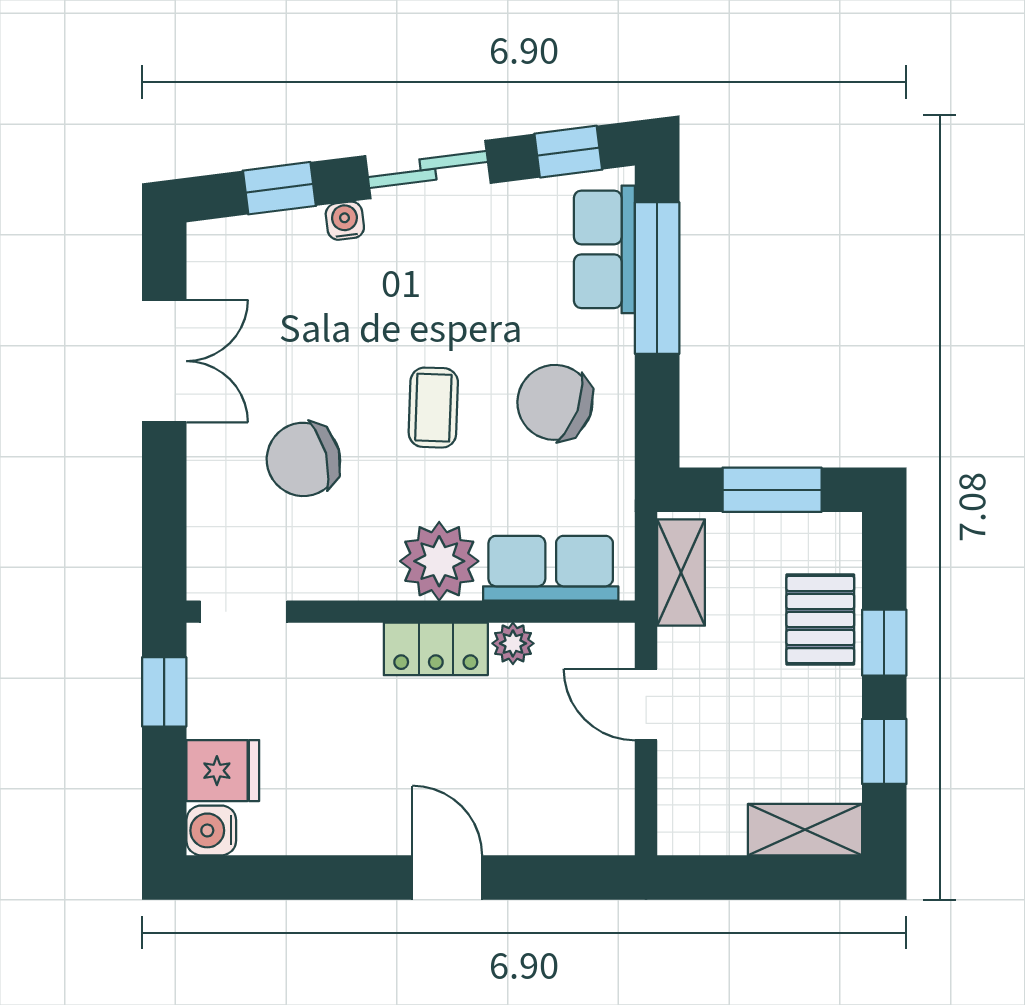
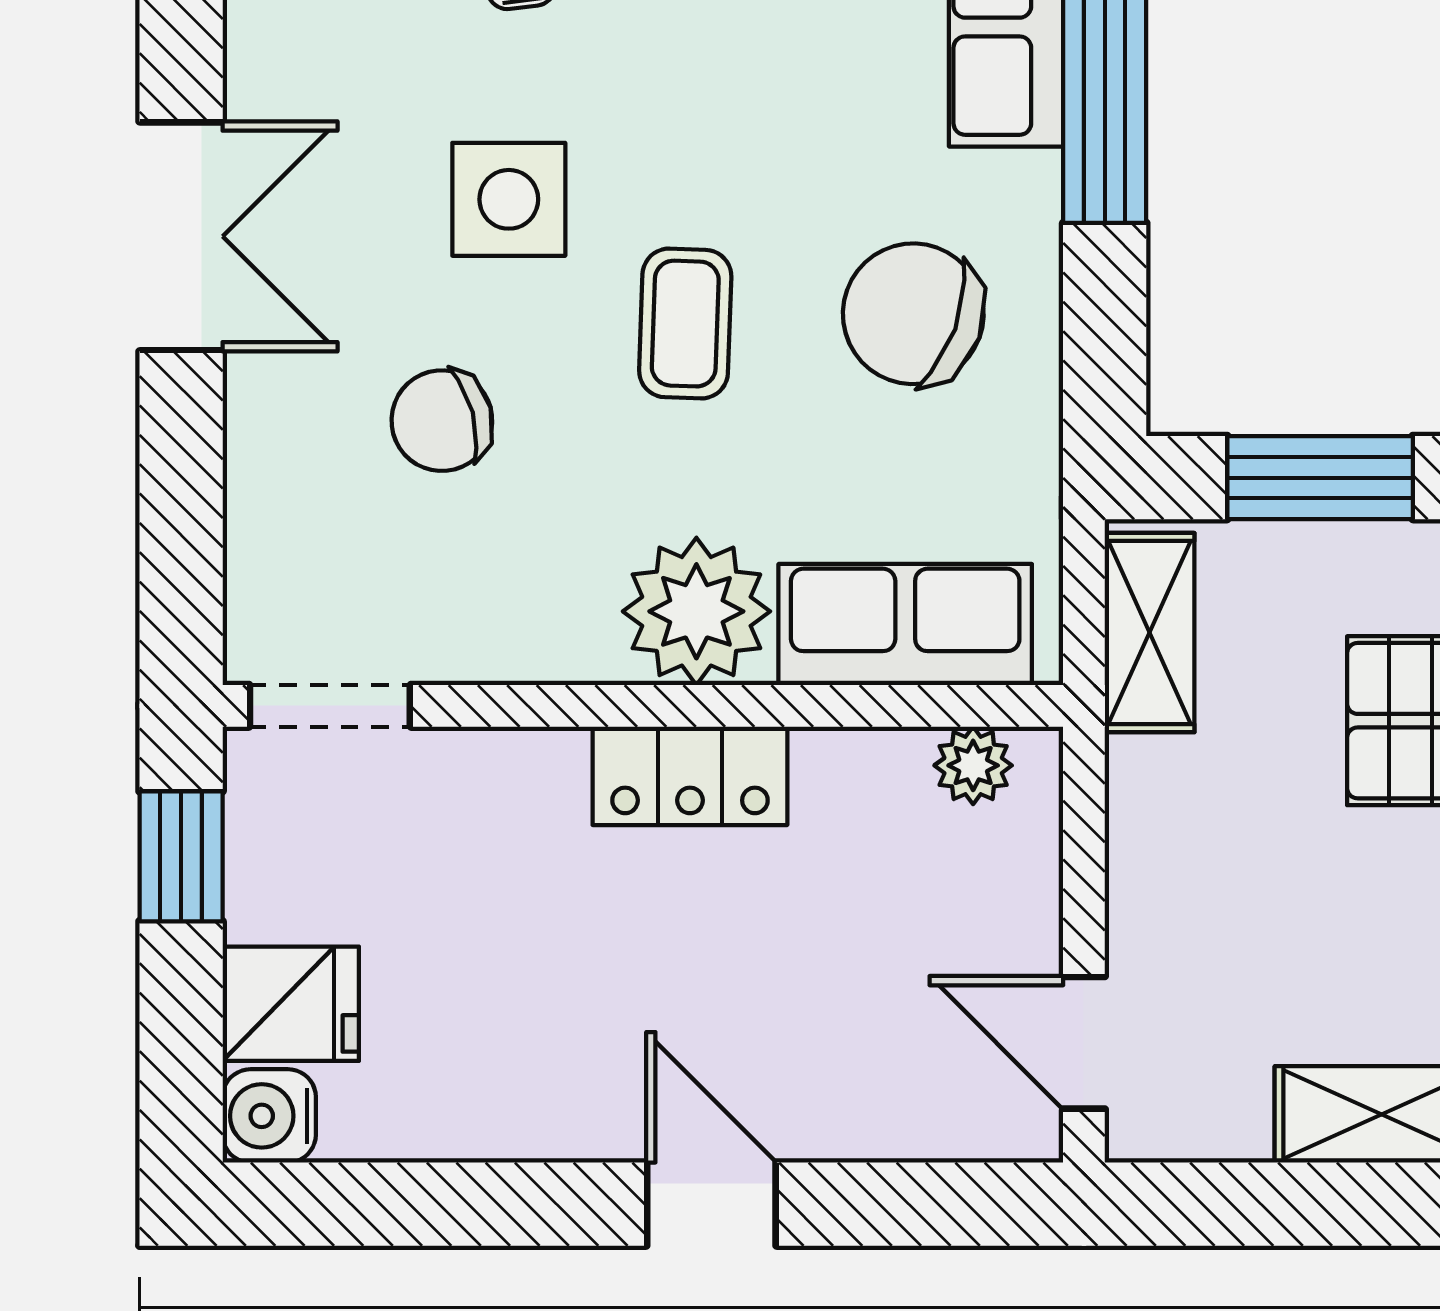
side table: (339, 341) -> (509, 199), added
chair: (303, 459) -> (442, 421), width x0.73, depth x0.73
plant: (513, 643) -> (973, 765), moved
door: (646, 705) -> (1084, 1043), moved

